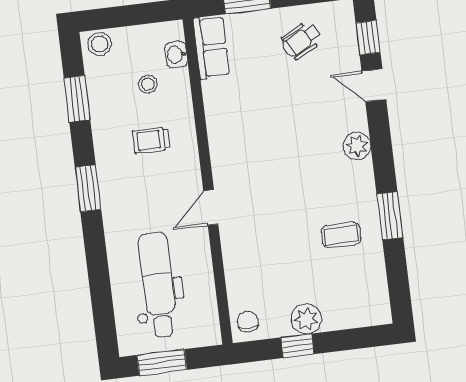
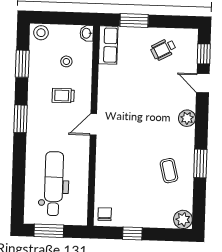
washbasin: (176, 55) -> (87, 33), moved
door: (211, 207) -> (93, 124), moved
coffee table: (341, 235) -> (169, 171), turned 76
plant: (306, 319) -> (183, 219), moved

